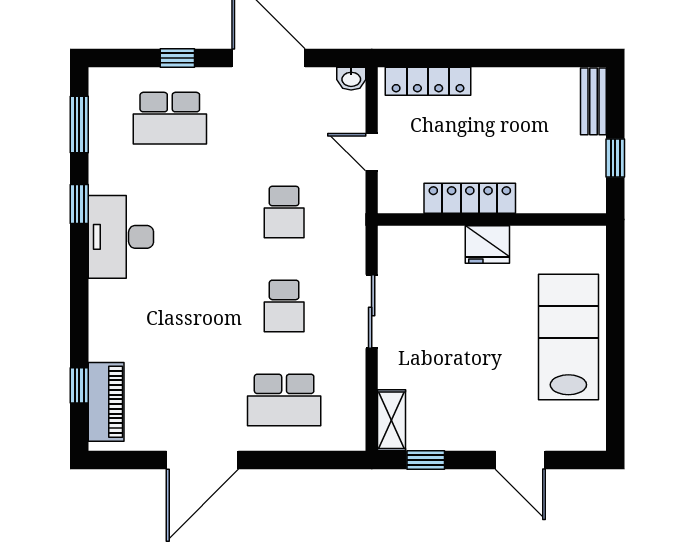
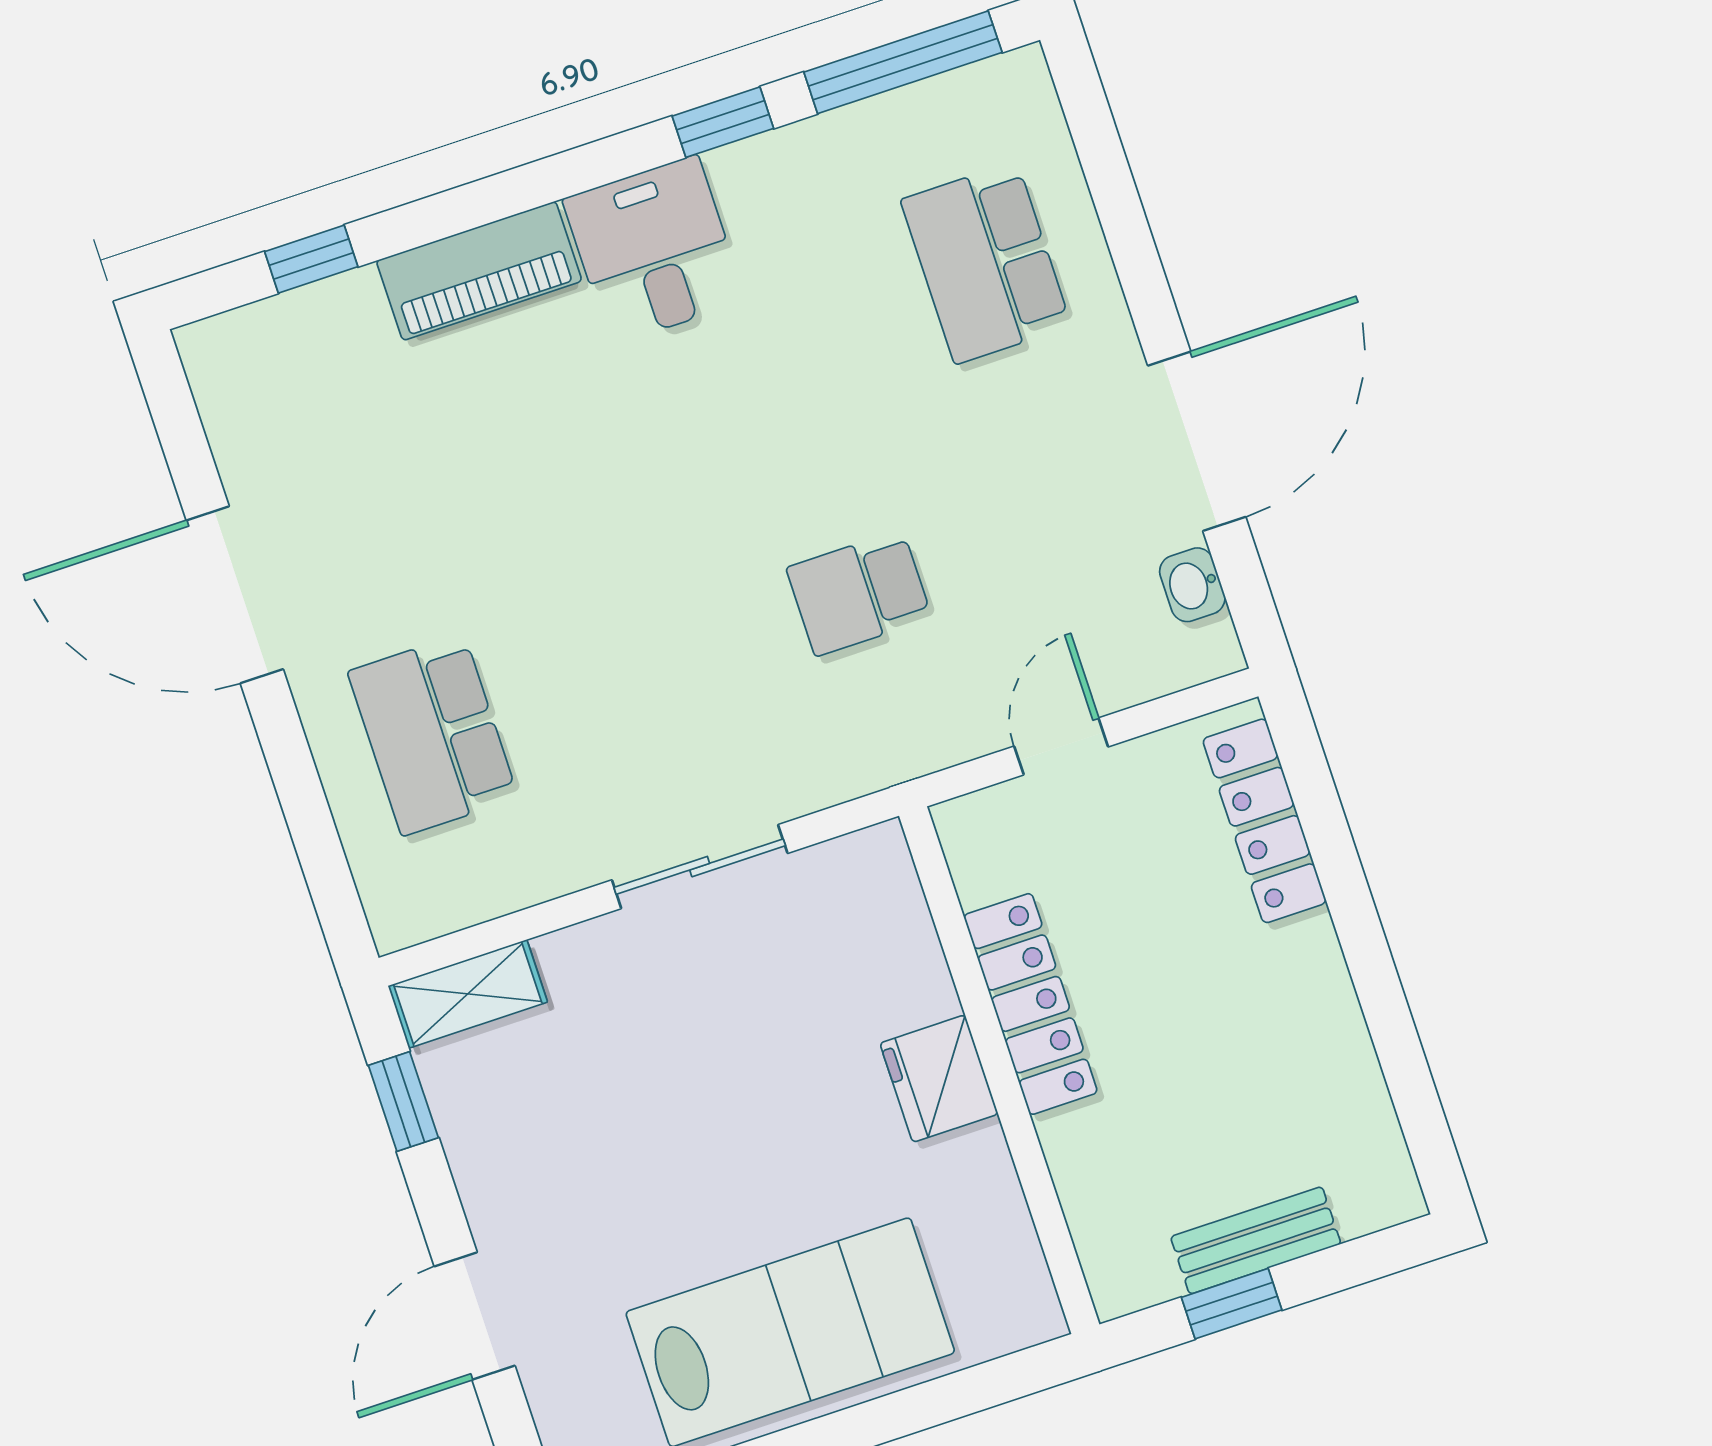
window: (177, 58) -> (1128, 235), removed
washbasin: (351, 79) -> (1192, 585), moved
bench: (593, 101) -> (1256, 1240), moved
window: (79, 125) -> (903, 62), width x1.44
desk: (121, 237) -> (654, 250), width x0.73
school desk: (284, 306) -> (646, 664), removed
piano: (106, 402) -> (479, 271), moved

